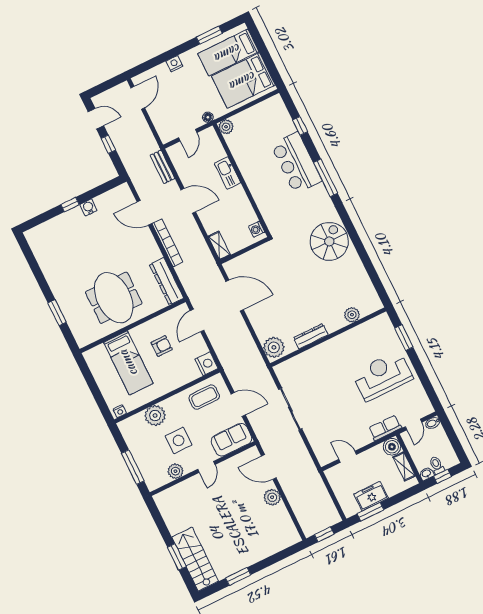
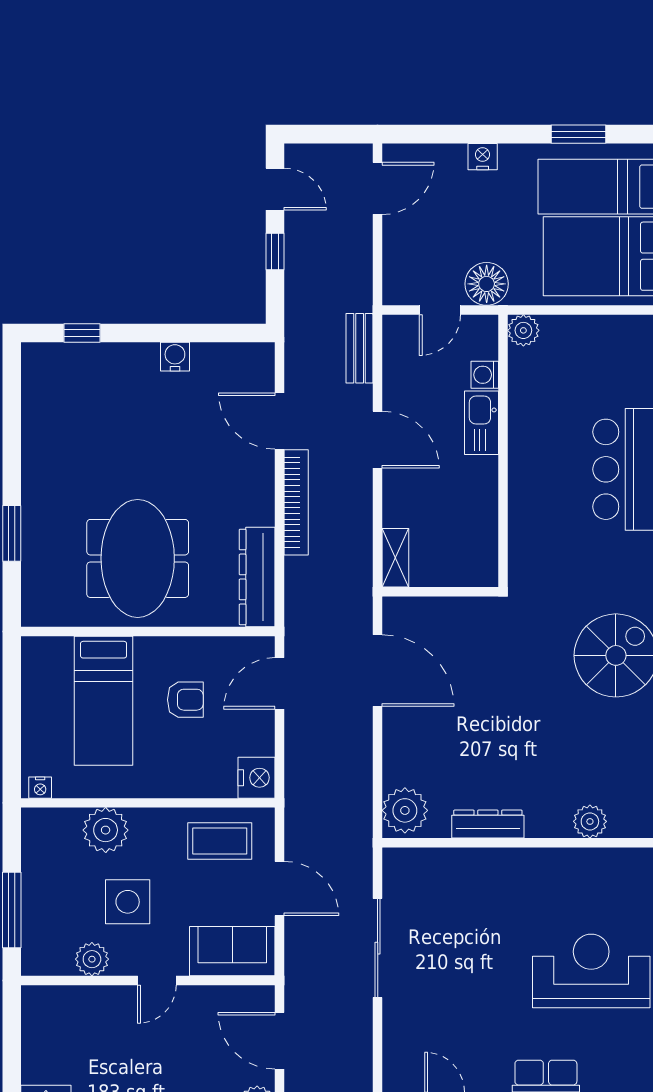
floor lamp: (208, 117) -> (487, 284), width x1.89, depth x1.89
window: (70, 205) -> (82, 333), moved
washing machine: (257, 229) -> (485, 375), moved

